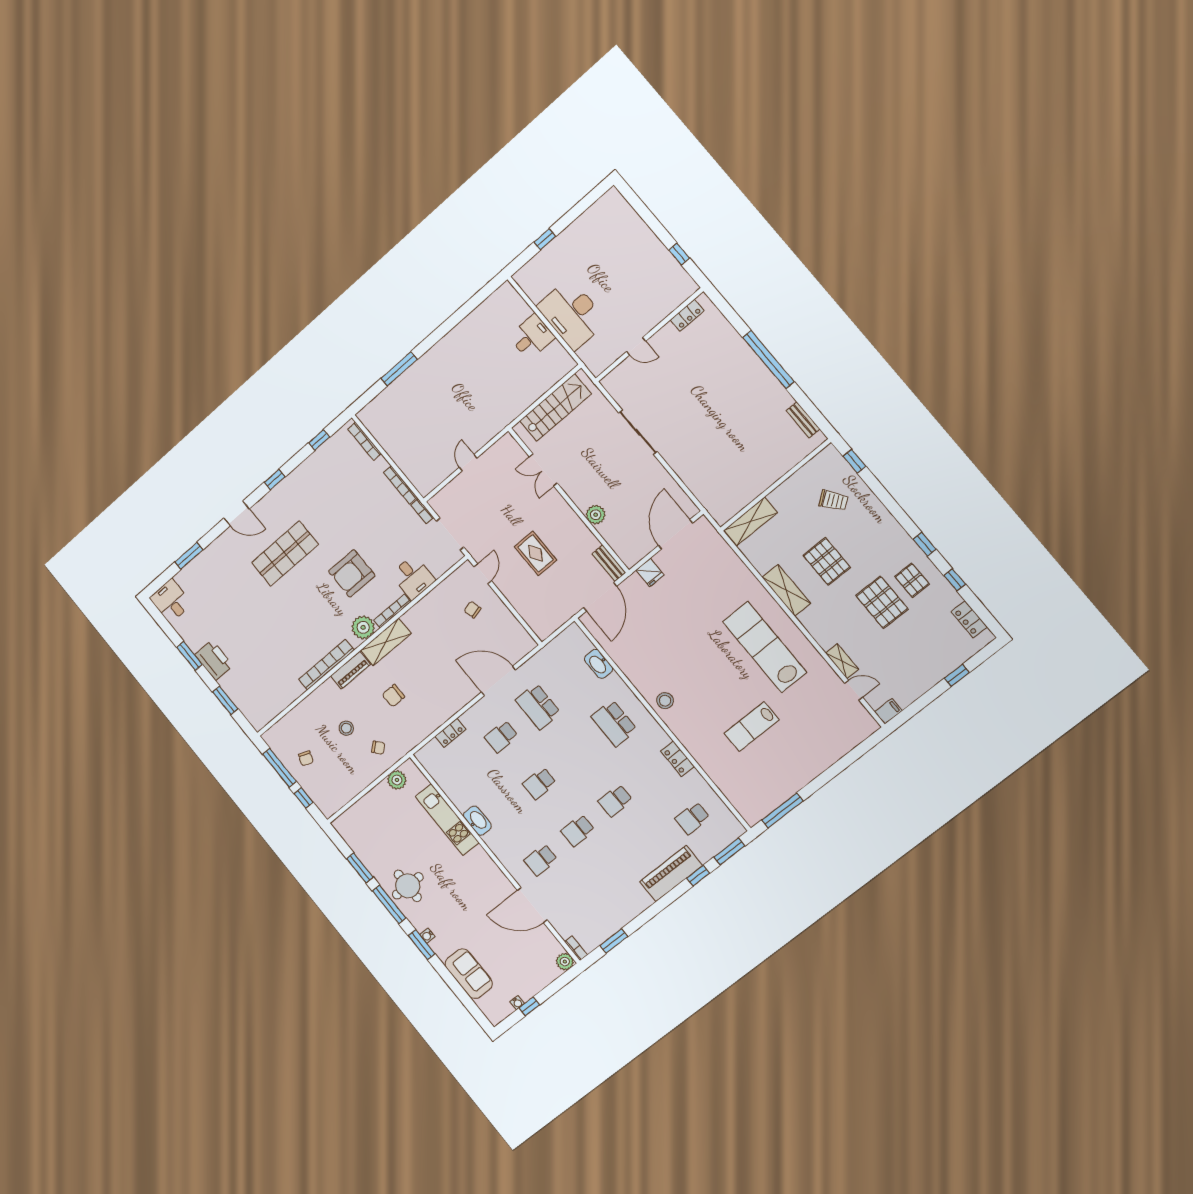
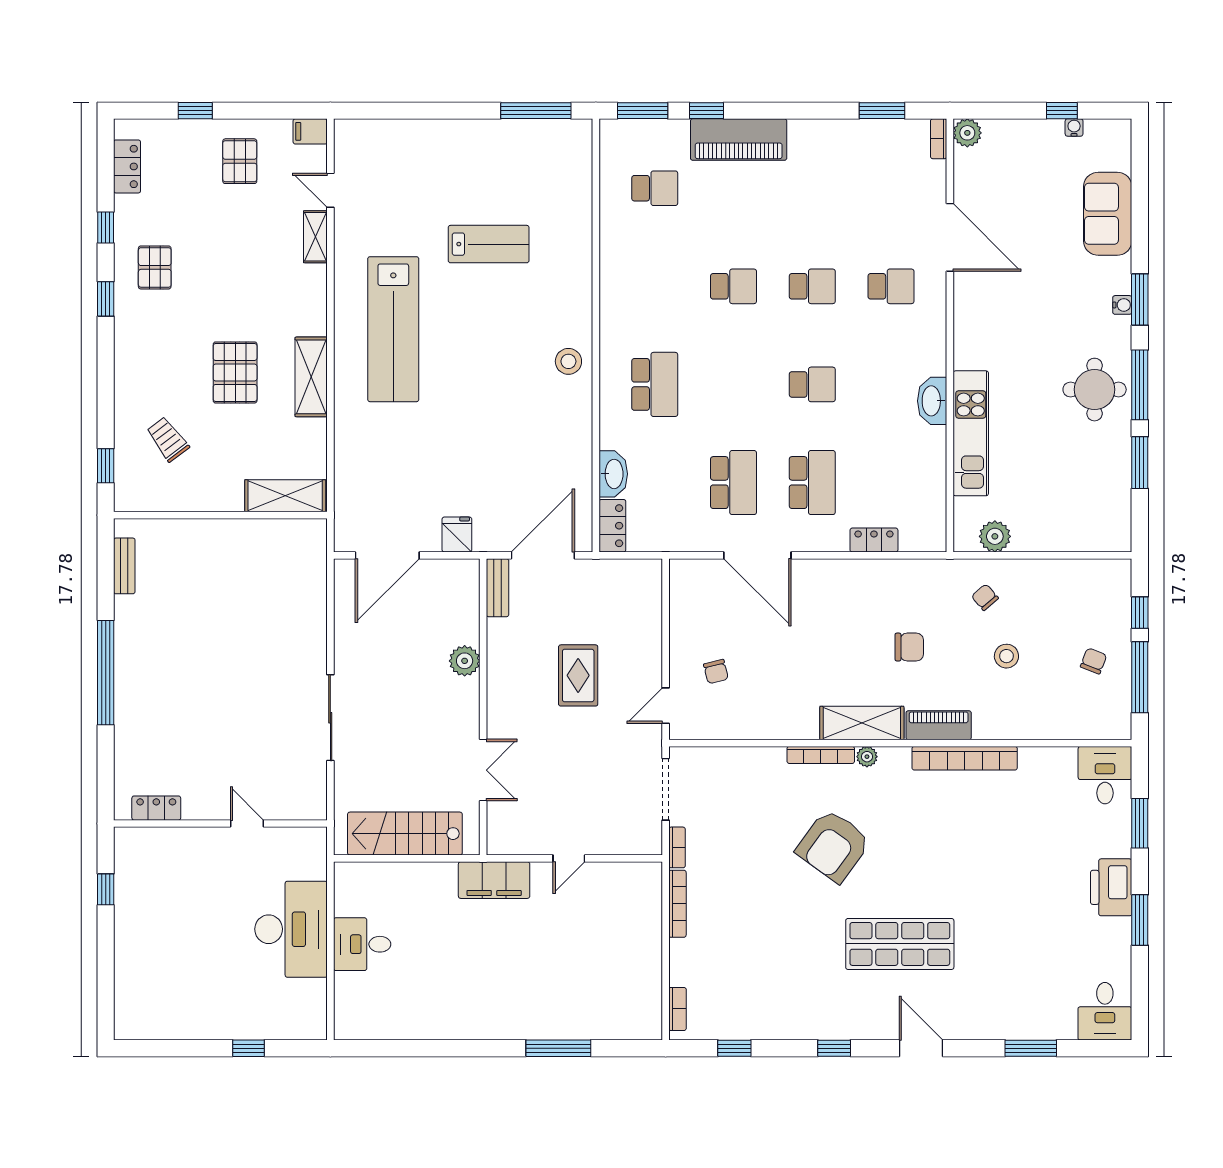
filing cabinet: (495, 422) -> (494, 880), added
bookcase: (365, 441) -> (677, 1009), width x0.64
armchair: (352, 573) -> (833, 846), turned 126
desk: (413, 577) -> (1105, 775), moved
pallet: (882, 602) -> (240, 161), moved, width x0.67, depth x0.71
plant: (363, 627) -> (867, 757), width x0.53, depth x0.53
school desk: (501, 737) -> (812, 483), width x1.85
locker: (678, 759) -> (612, 526), moved

